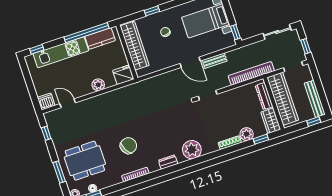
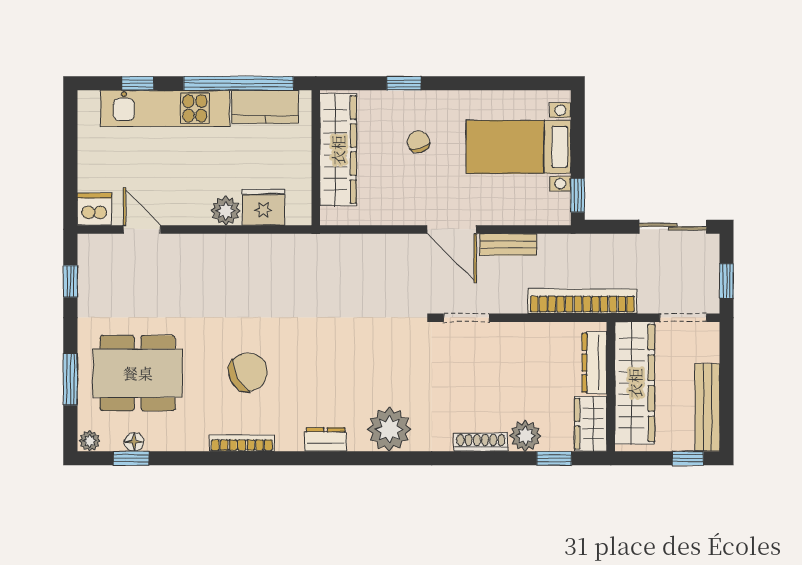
window: (37, 49) -> (138, 83), moved
fridge: (123, 75) -> (264, 207), moved

